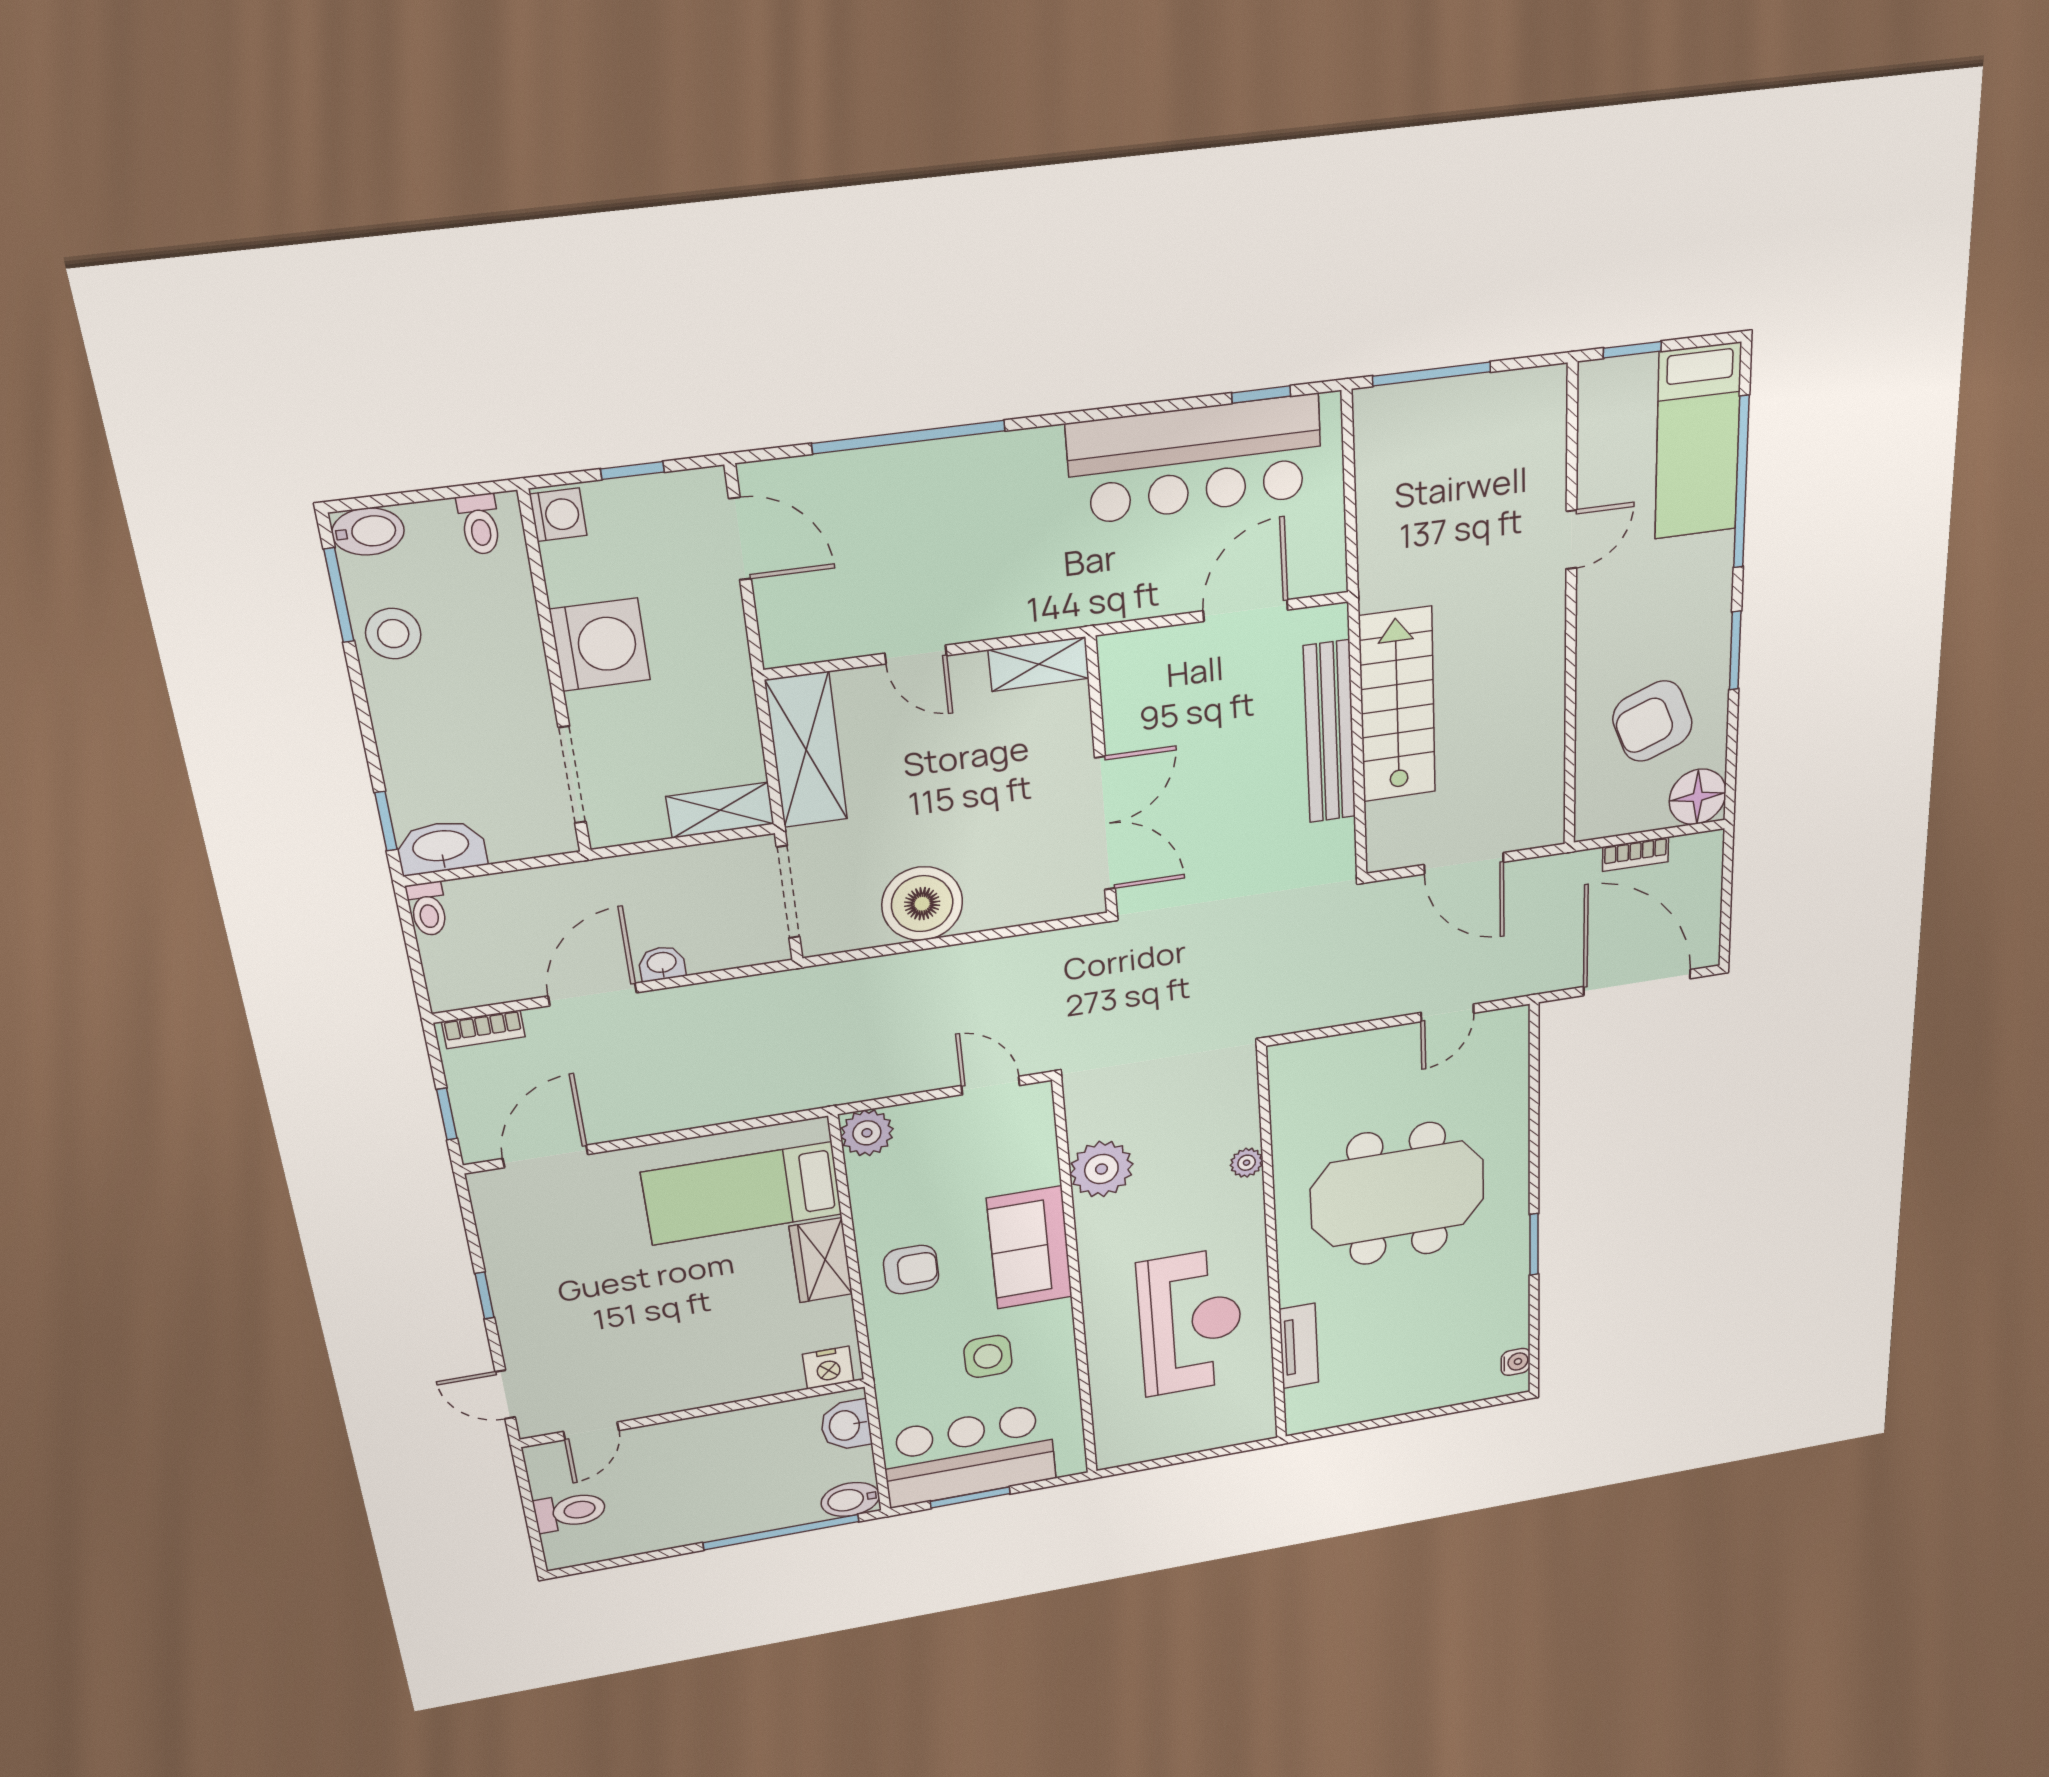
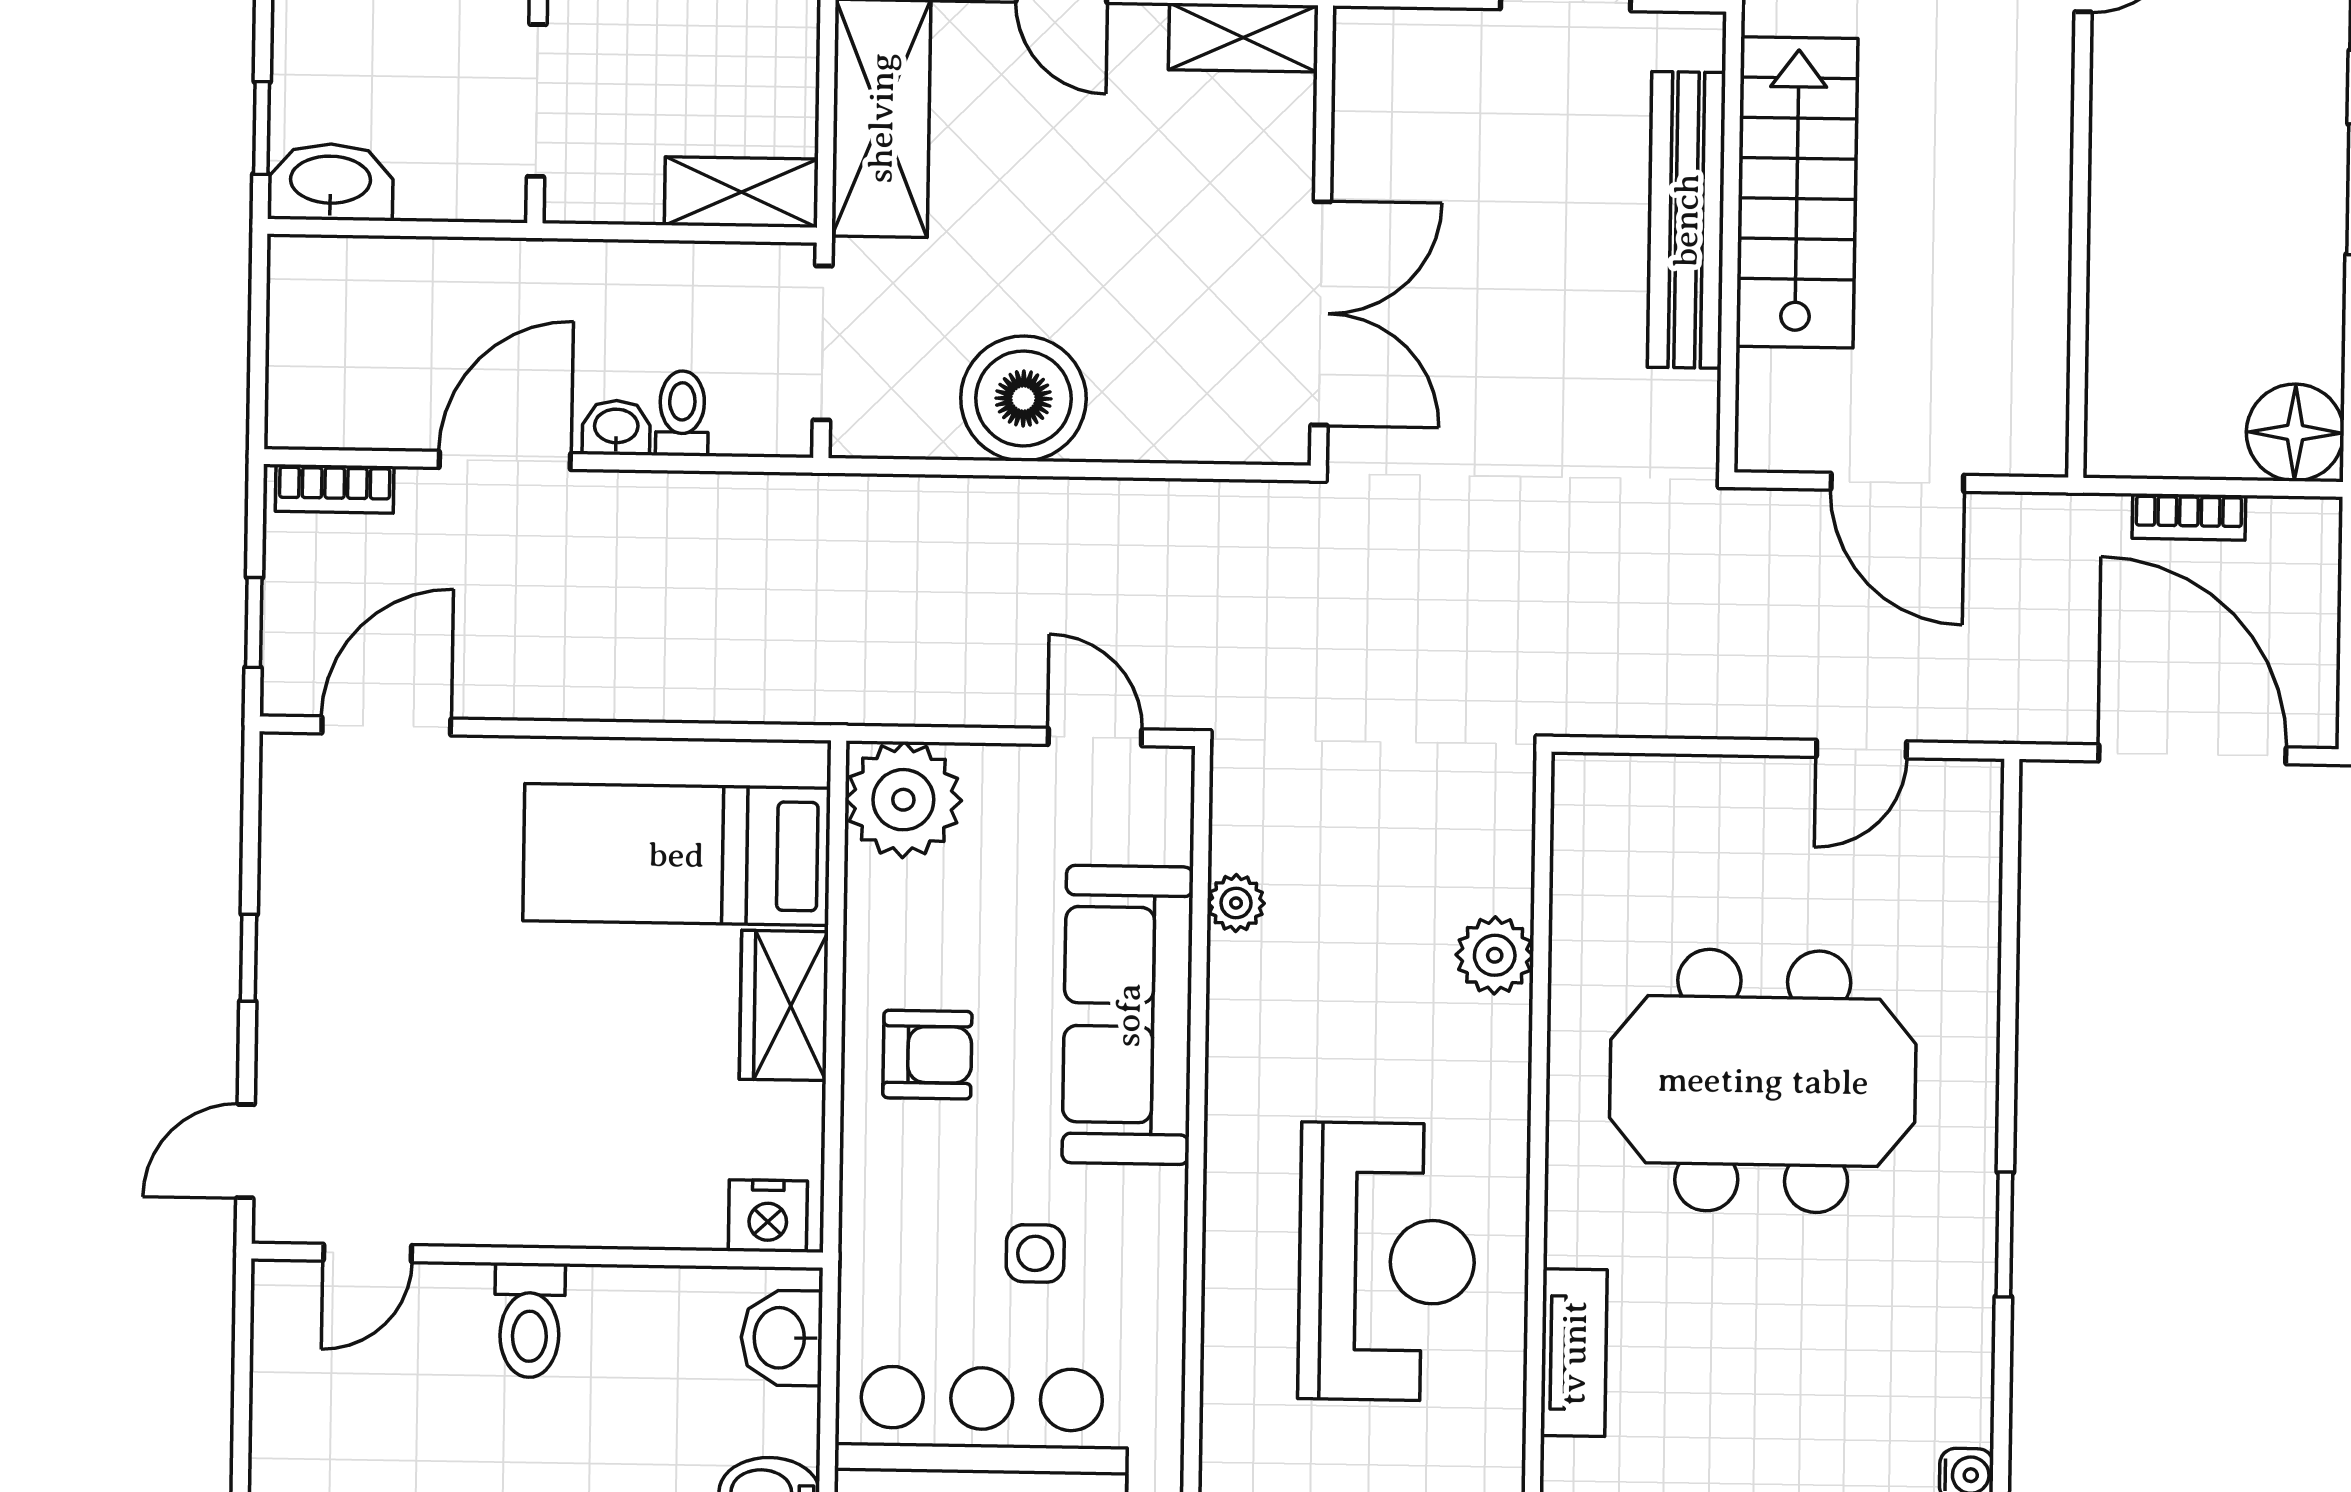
armchair: (1652, 721) -> (2217, 287), removed
toilet: (428, 909) -> (682, 413), moved, turned 180
plant: (867, 1133) -> (903, 800), width x1.36, depth x1.36
plant: (1247, 1163) -> (1495, 955), width x1.38, depth x1.38
plant: (1101, 1169) -> (1236, 903), width x0.53, depth x0.53
sofa: (1030, 1248) -> (1128, 1015), width x1.36
side table: (988, 1356) -> (1035, 1253), width x0.73, depth x0.73
door: (505, 1395) -> (245, 1151), hinge flipped
toilet: (570, 1511) -> (530, 1320), moved, turned 90

